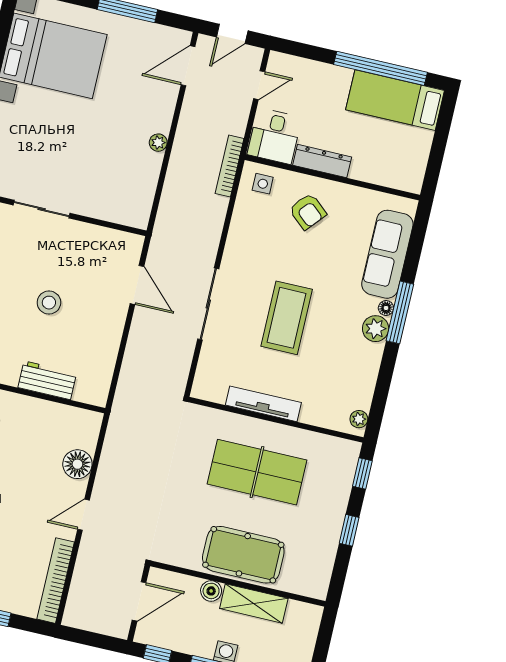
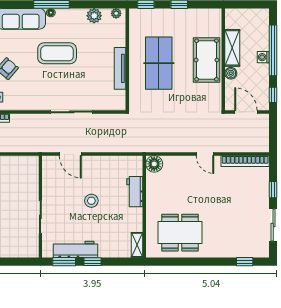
door: (137, 285) -> (70, 154), swing flipped
coffee table: (287, 318) -> (57, 53), moved
plant: (376, 329) -> (94, 16), moved
floor lamp: (77, 464) -> (154, 164), moved

